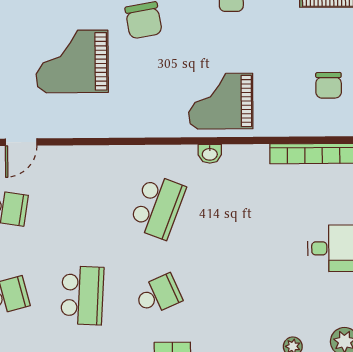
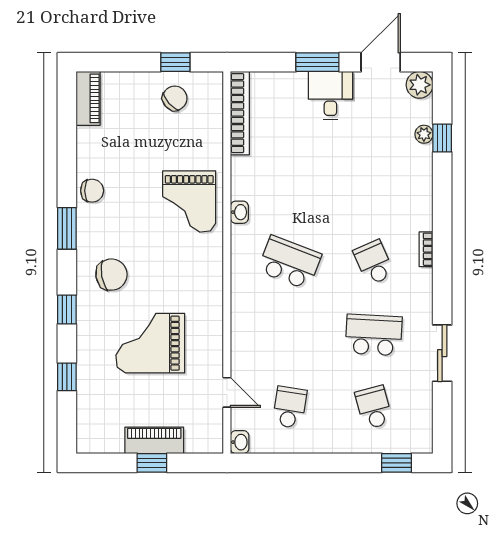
grand piano: (72, 61) -> (150, 343), turned 90
chair: (329, 85) -> (175, 98), turned -41

